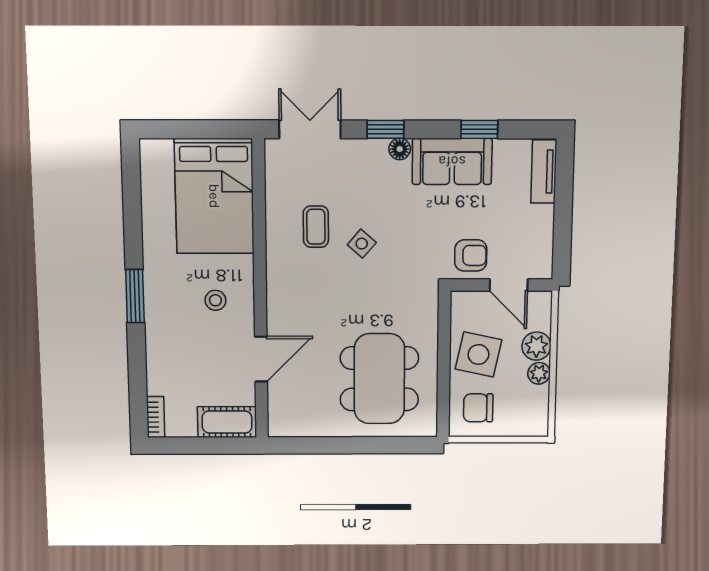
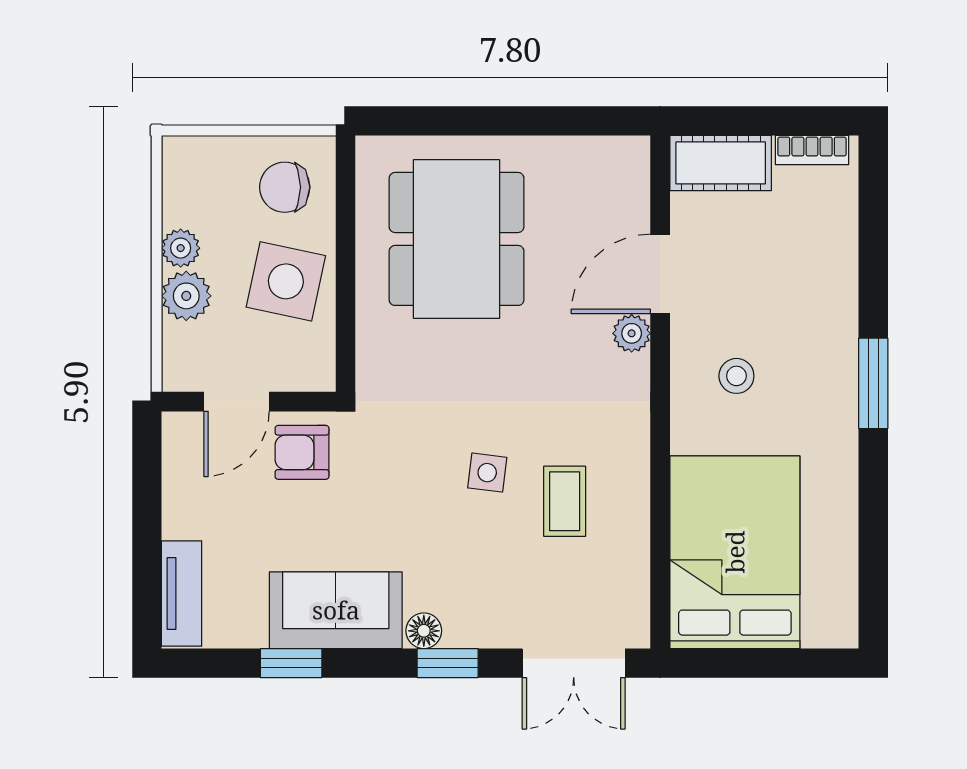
side table: (362, 244) -> (487, 473), turned -34
door: (509, 285) -> (236, 402), swing flipped
plant: (277, 325) -> (632, 333), added
chair: (478, 408) -> (285, 187), turned 180
bookcase: (156, 417) -> (812, 150), moved, turned -90

